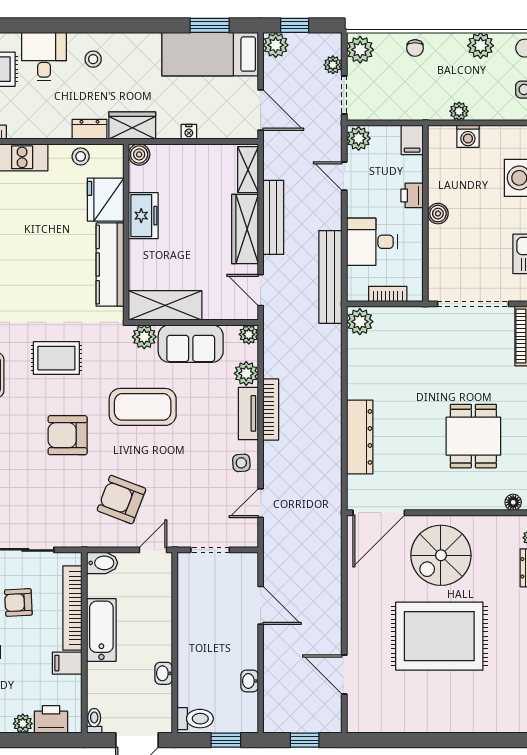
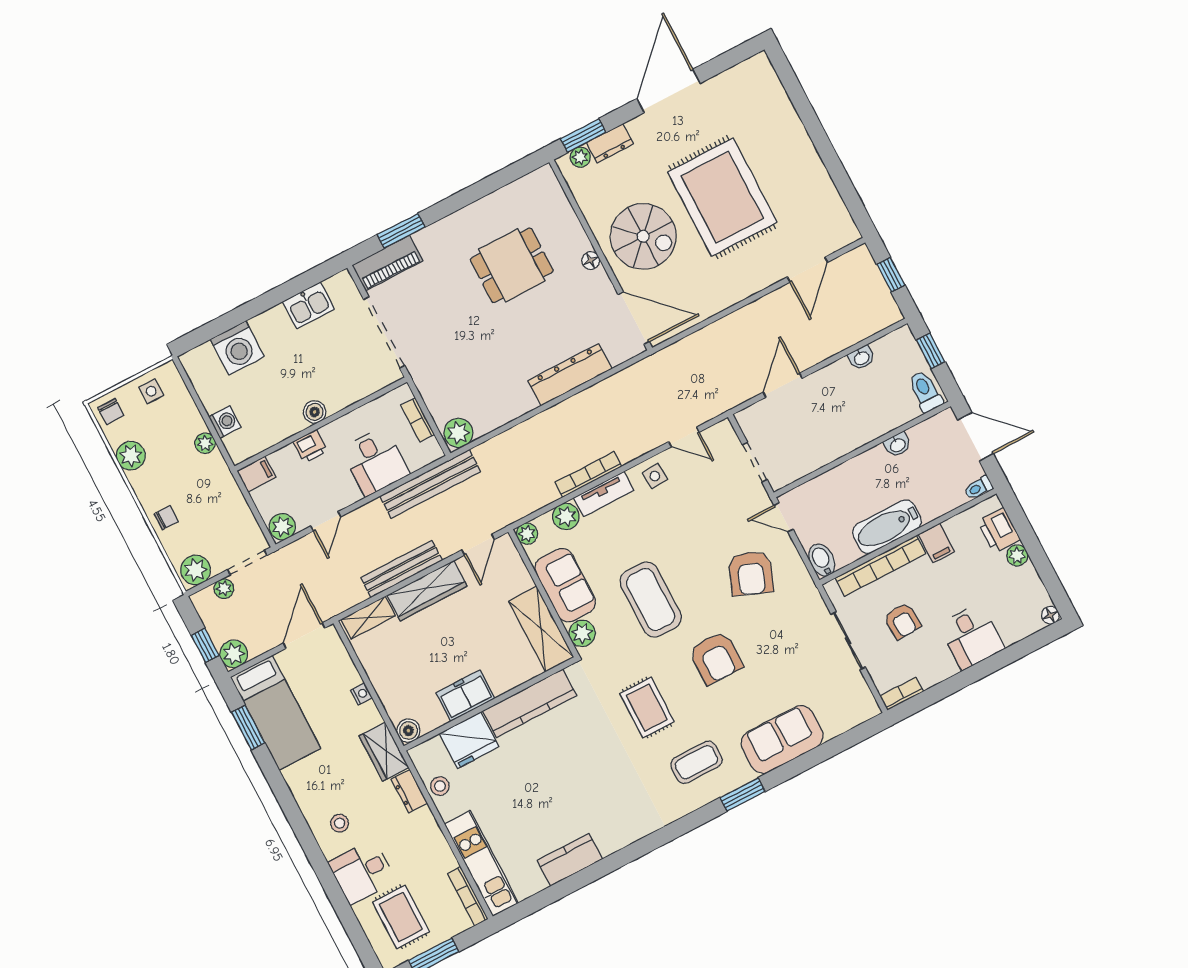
floor lamp: (513, 502) -> (591, 261), moved

